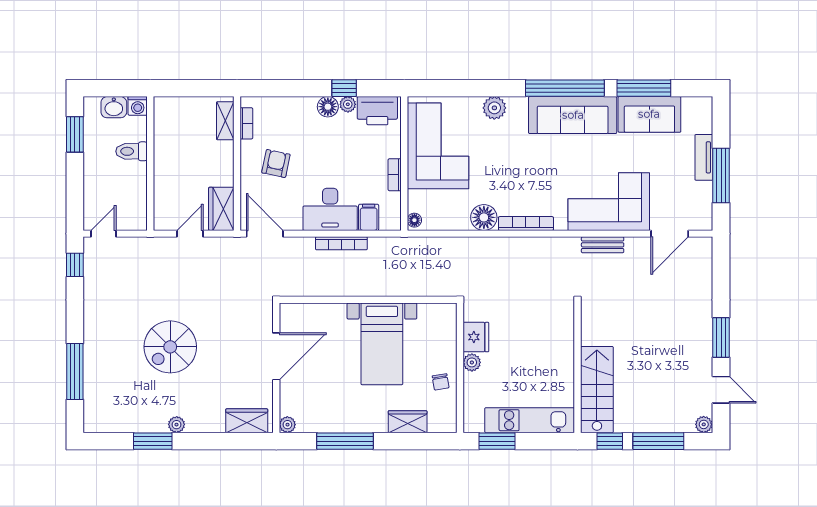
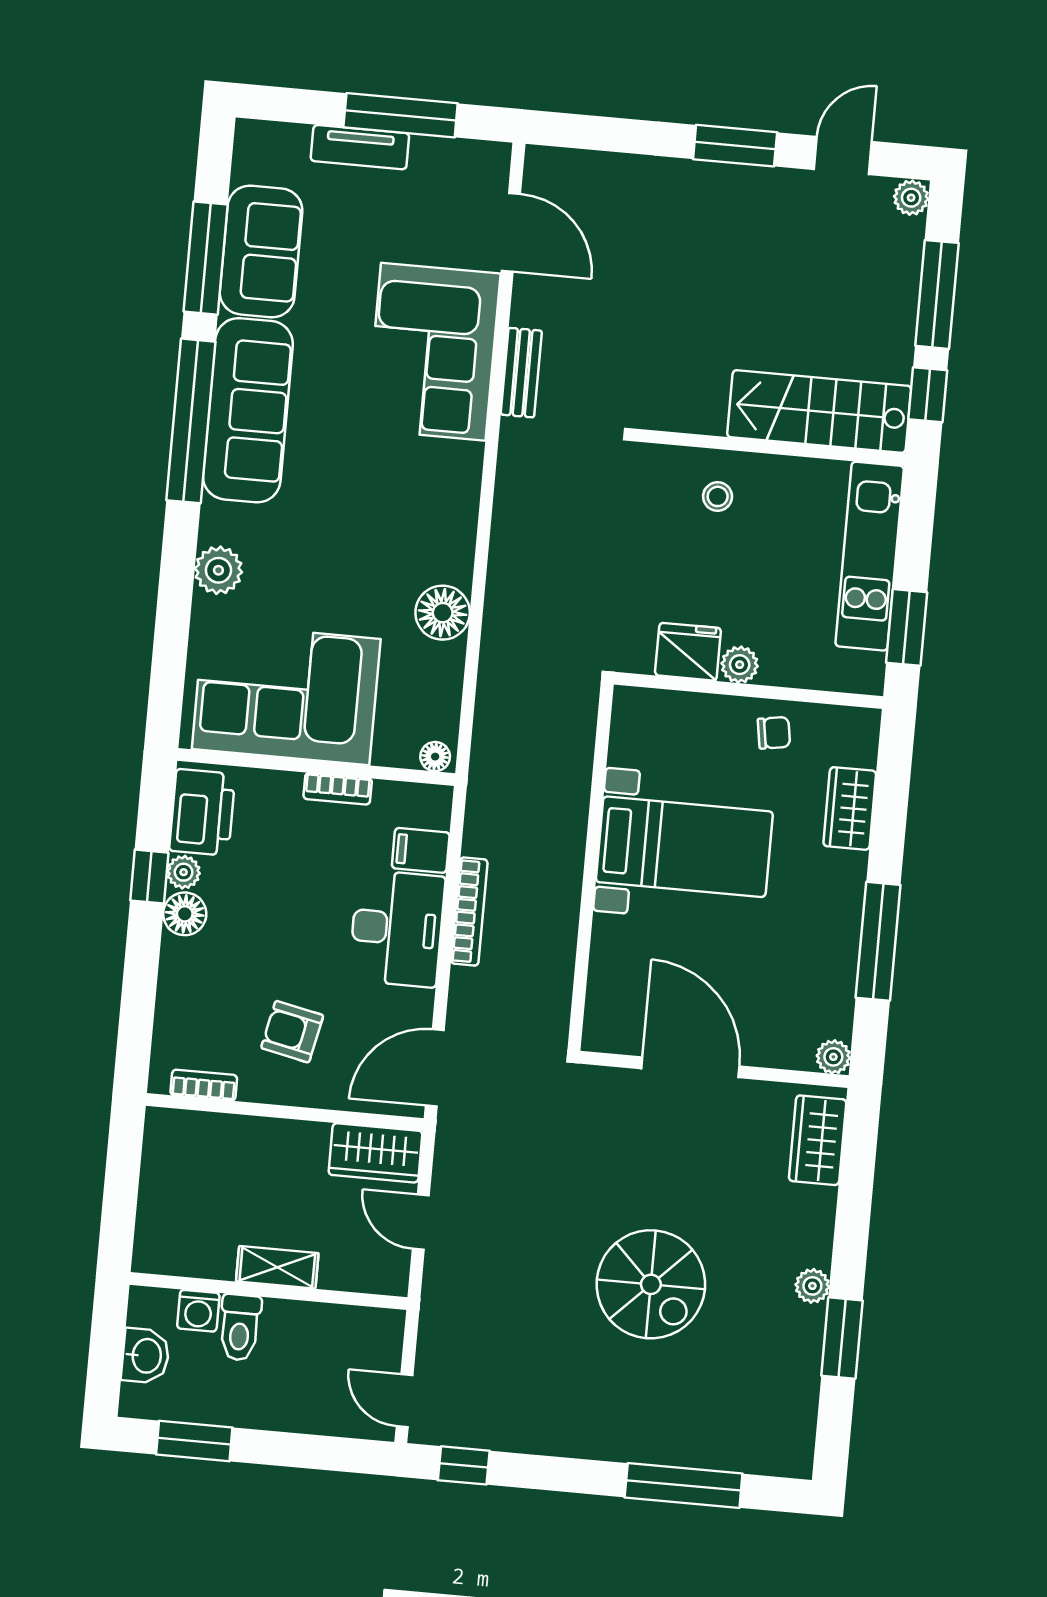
washing machine: (138, 106) -> (198, 1311), moved, turned 90
shelving: (225, 121) -> (277, 1267), moved
bookcase: (526, 224) -> (463, 527), removed
stool: (552, 344) -> (718, 496), added

